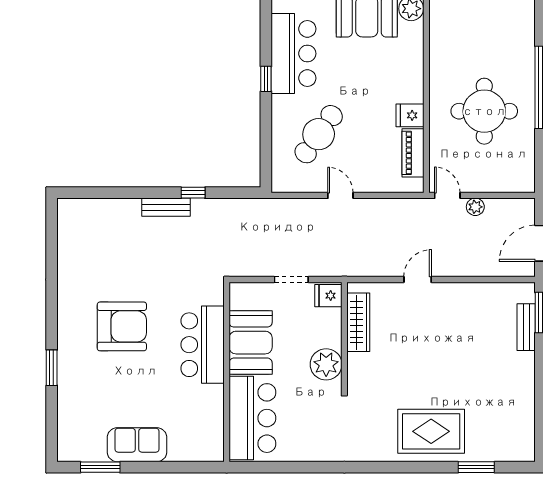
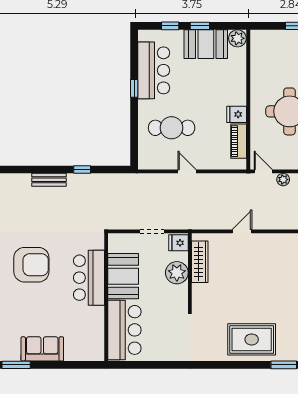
cafe table: (319, 134) -> (172, 128), turned 55
bench: (166, 207) -> (49, 180), moved
plant: (326, 364) -> (177, 273), moved

